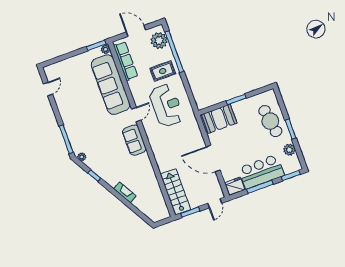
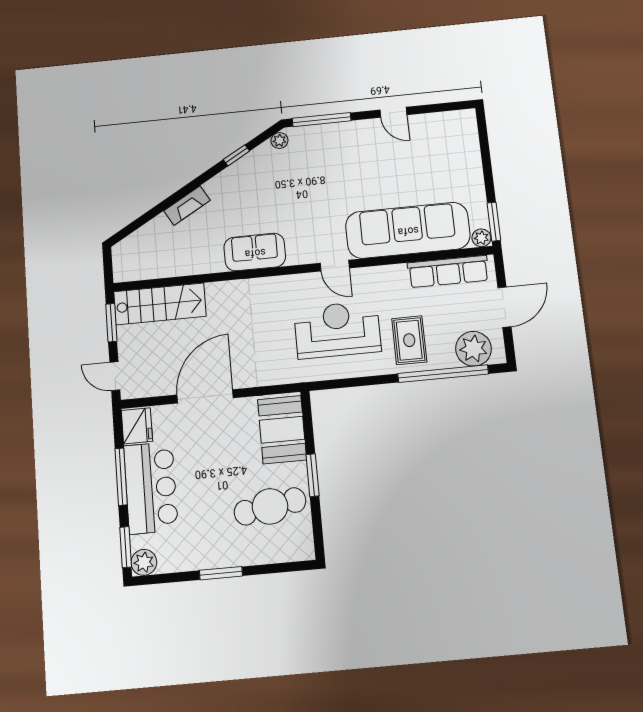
door: (48, 89) -> (393, 112), moved
reception desk: (166, 105) -> (337, 330), turned 180
cafe table: (270, 121) -> (270, 506), moved
sofa: (134, 140) -> (255, 252), moved
plant: (289, 150) -> (144, 562), moved

